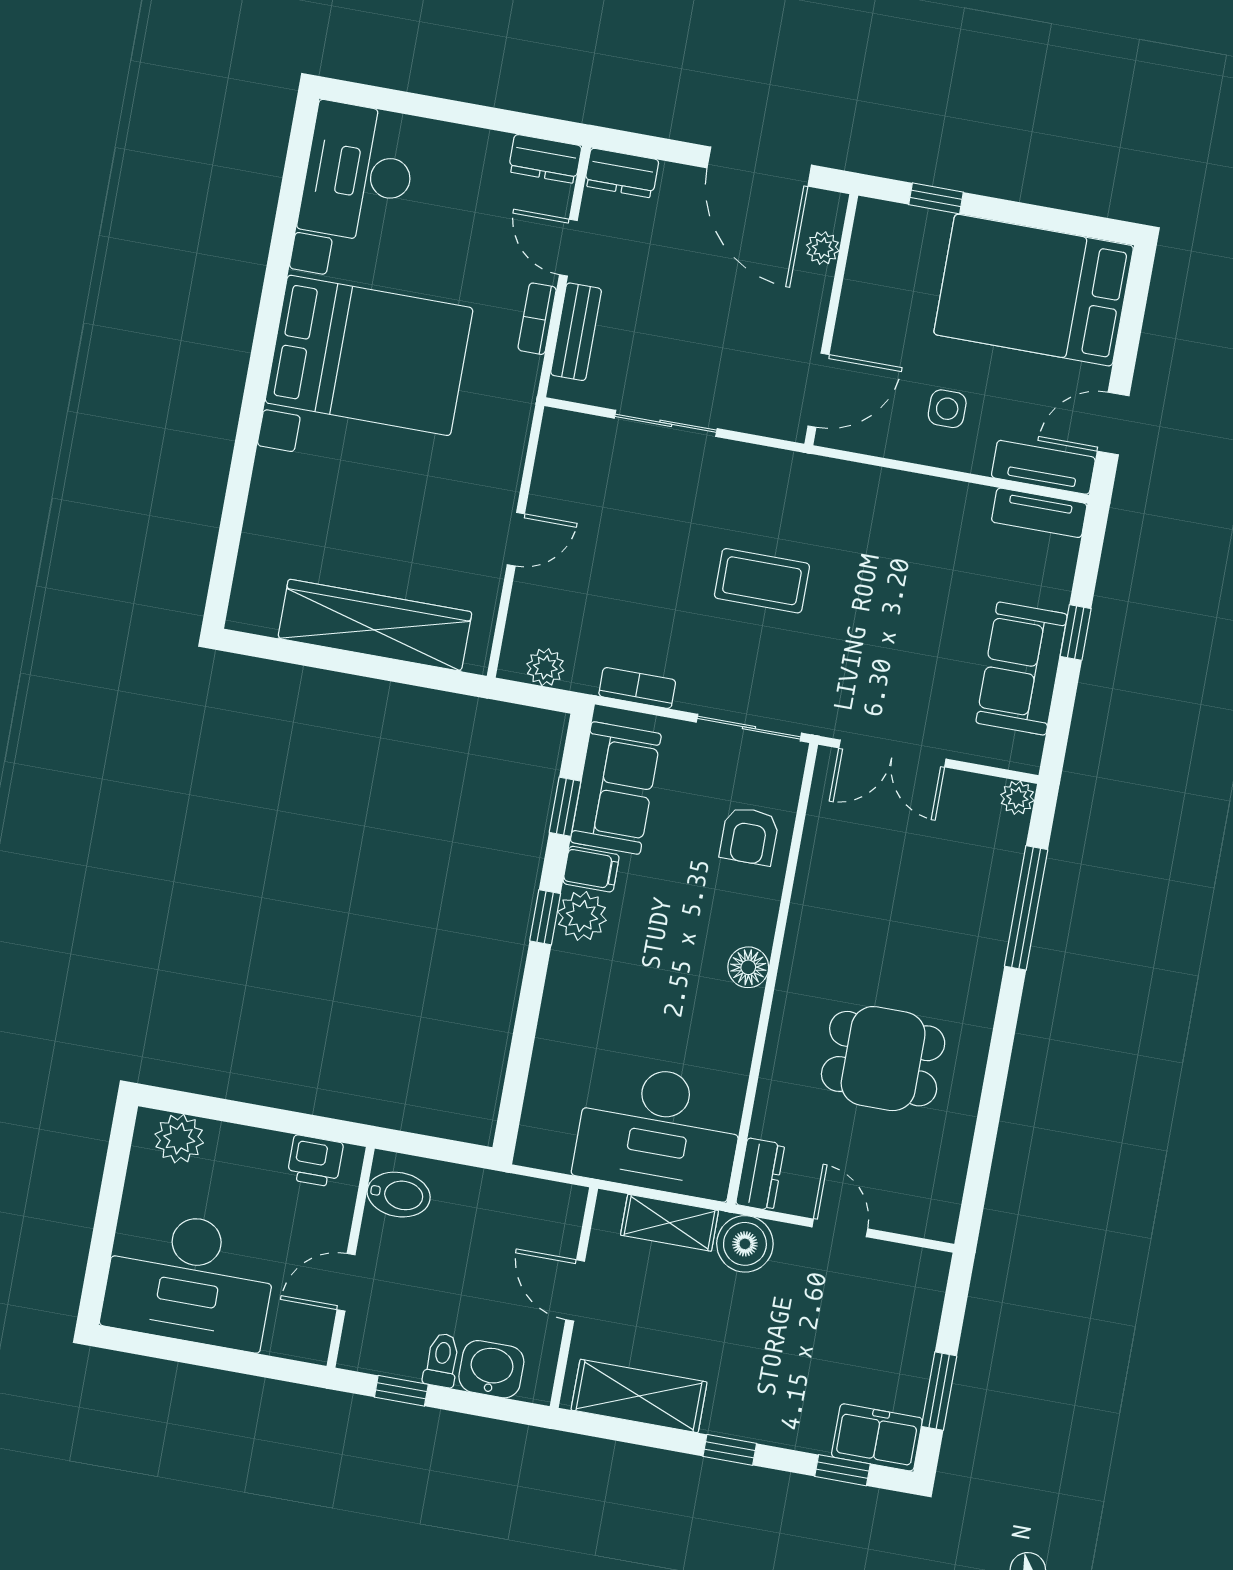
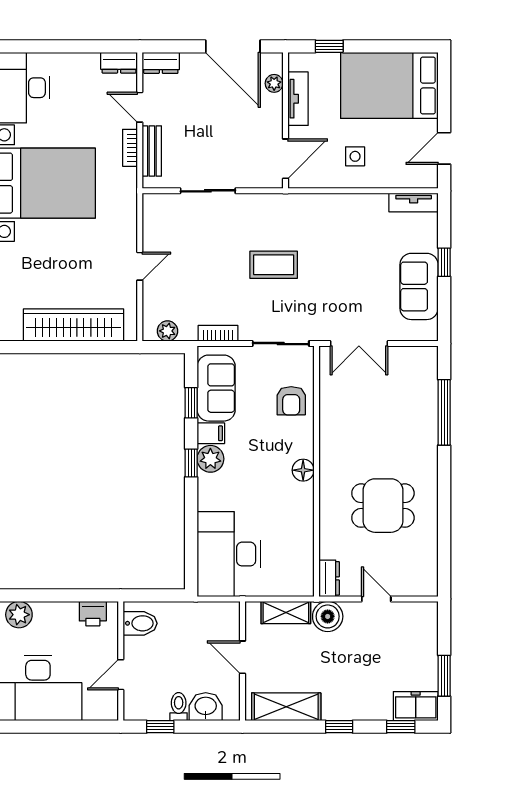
tv unit: (1043, 467) -> (298, 99), moved, turned 90
plant: (1017, 798) -> (429, 355), removed
desk: (659, 1130) -> (229, 554), moved, turned 90

